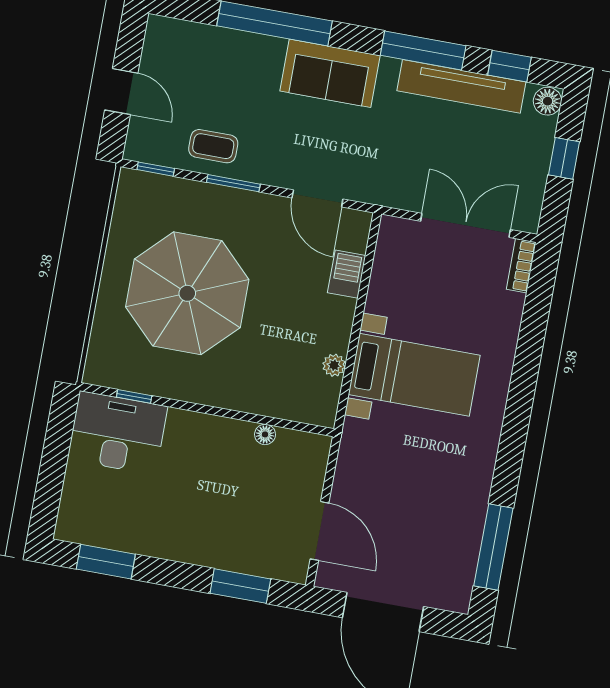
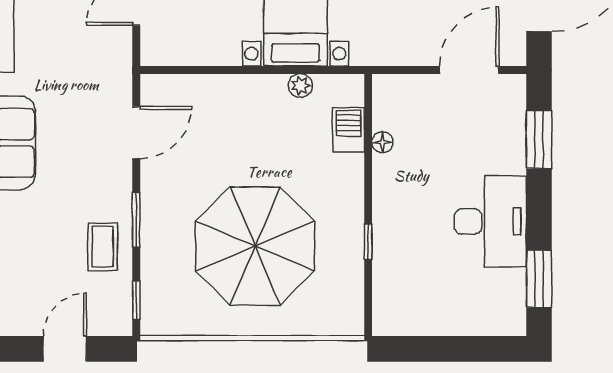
barbecue: (347, 274) -> (348, 130), moved, turned 90
window: (134, 396) -> (368, 242), moved
desk: (117, 433) -> (490, 221), moved, turned 180

